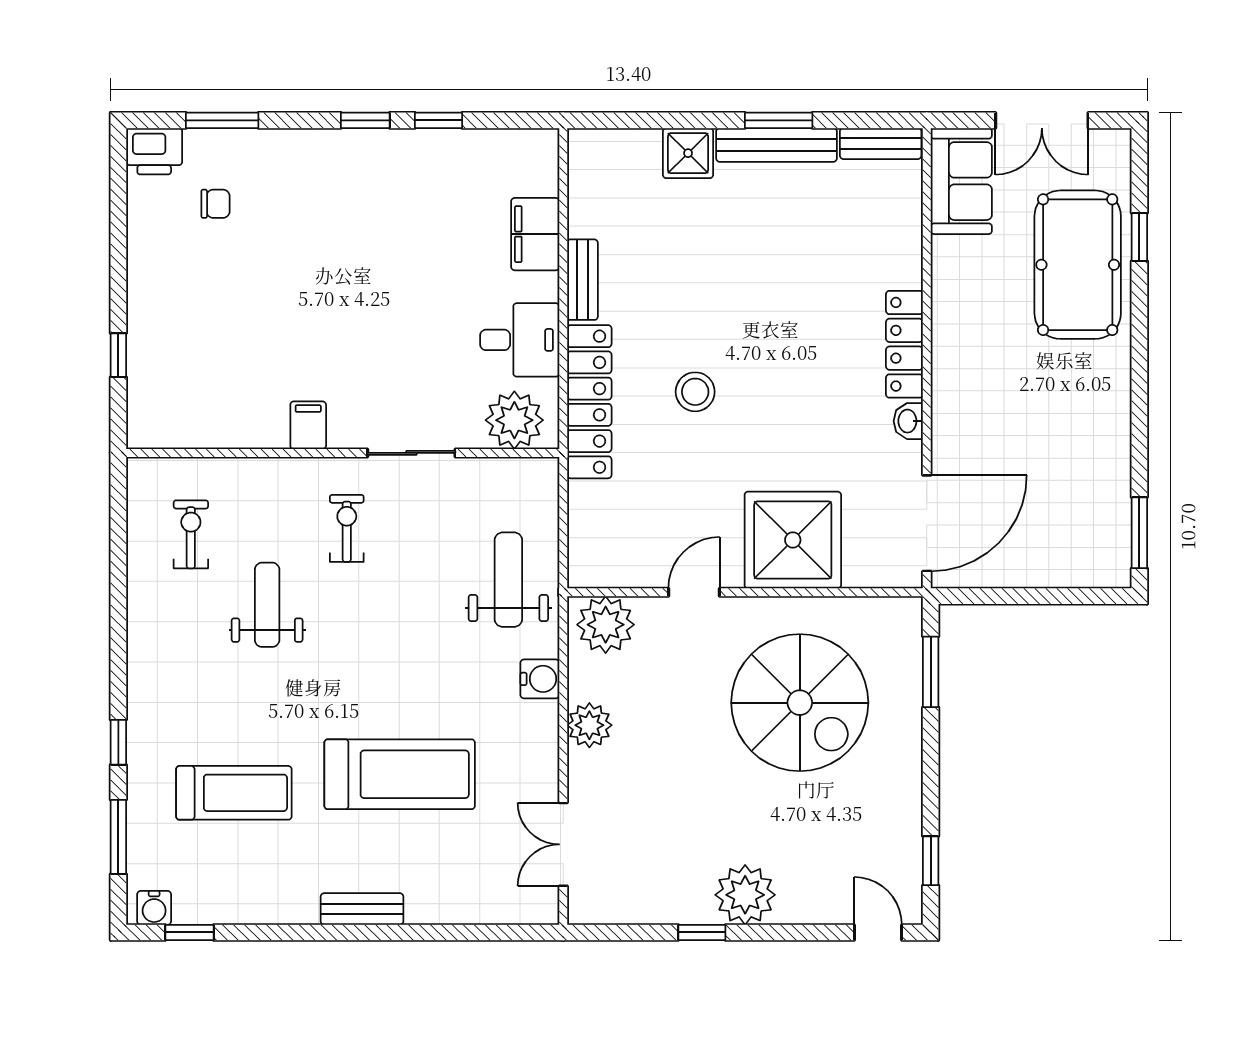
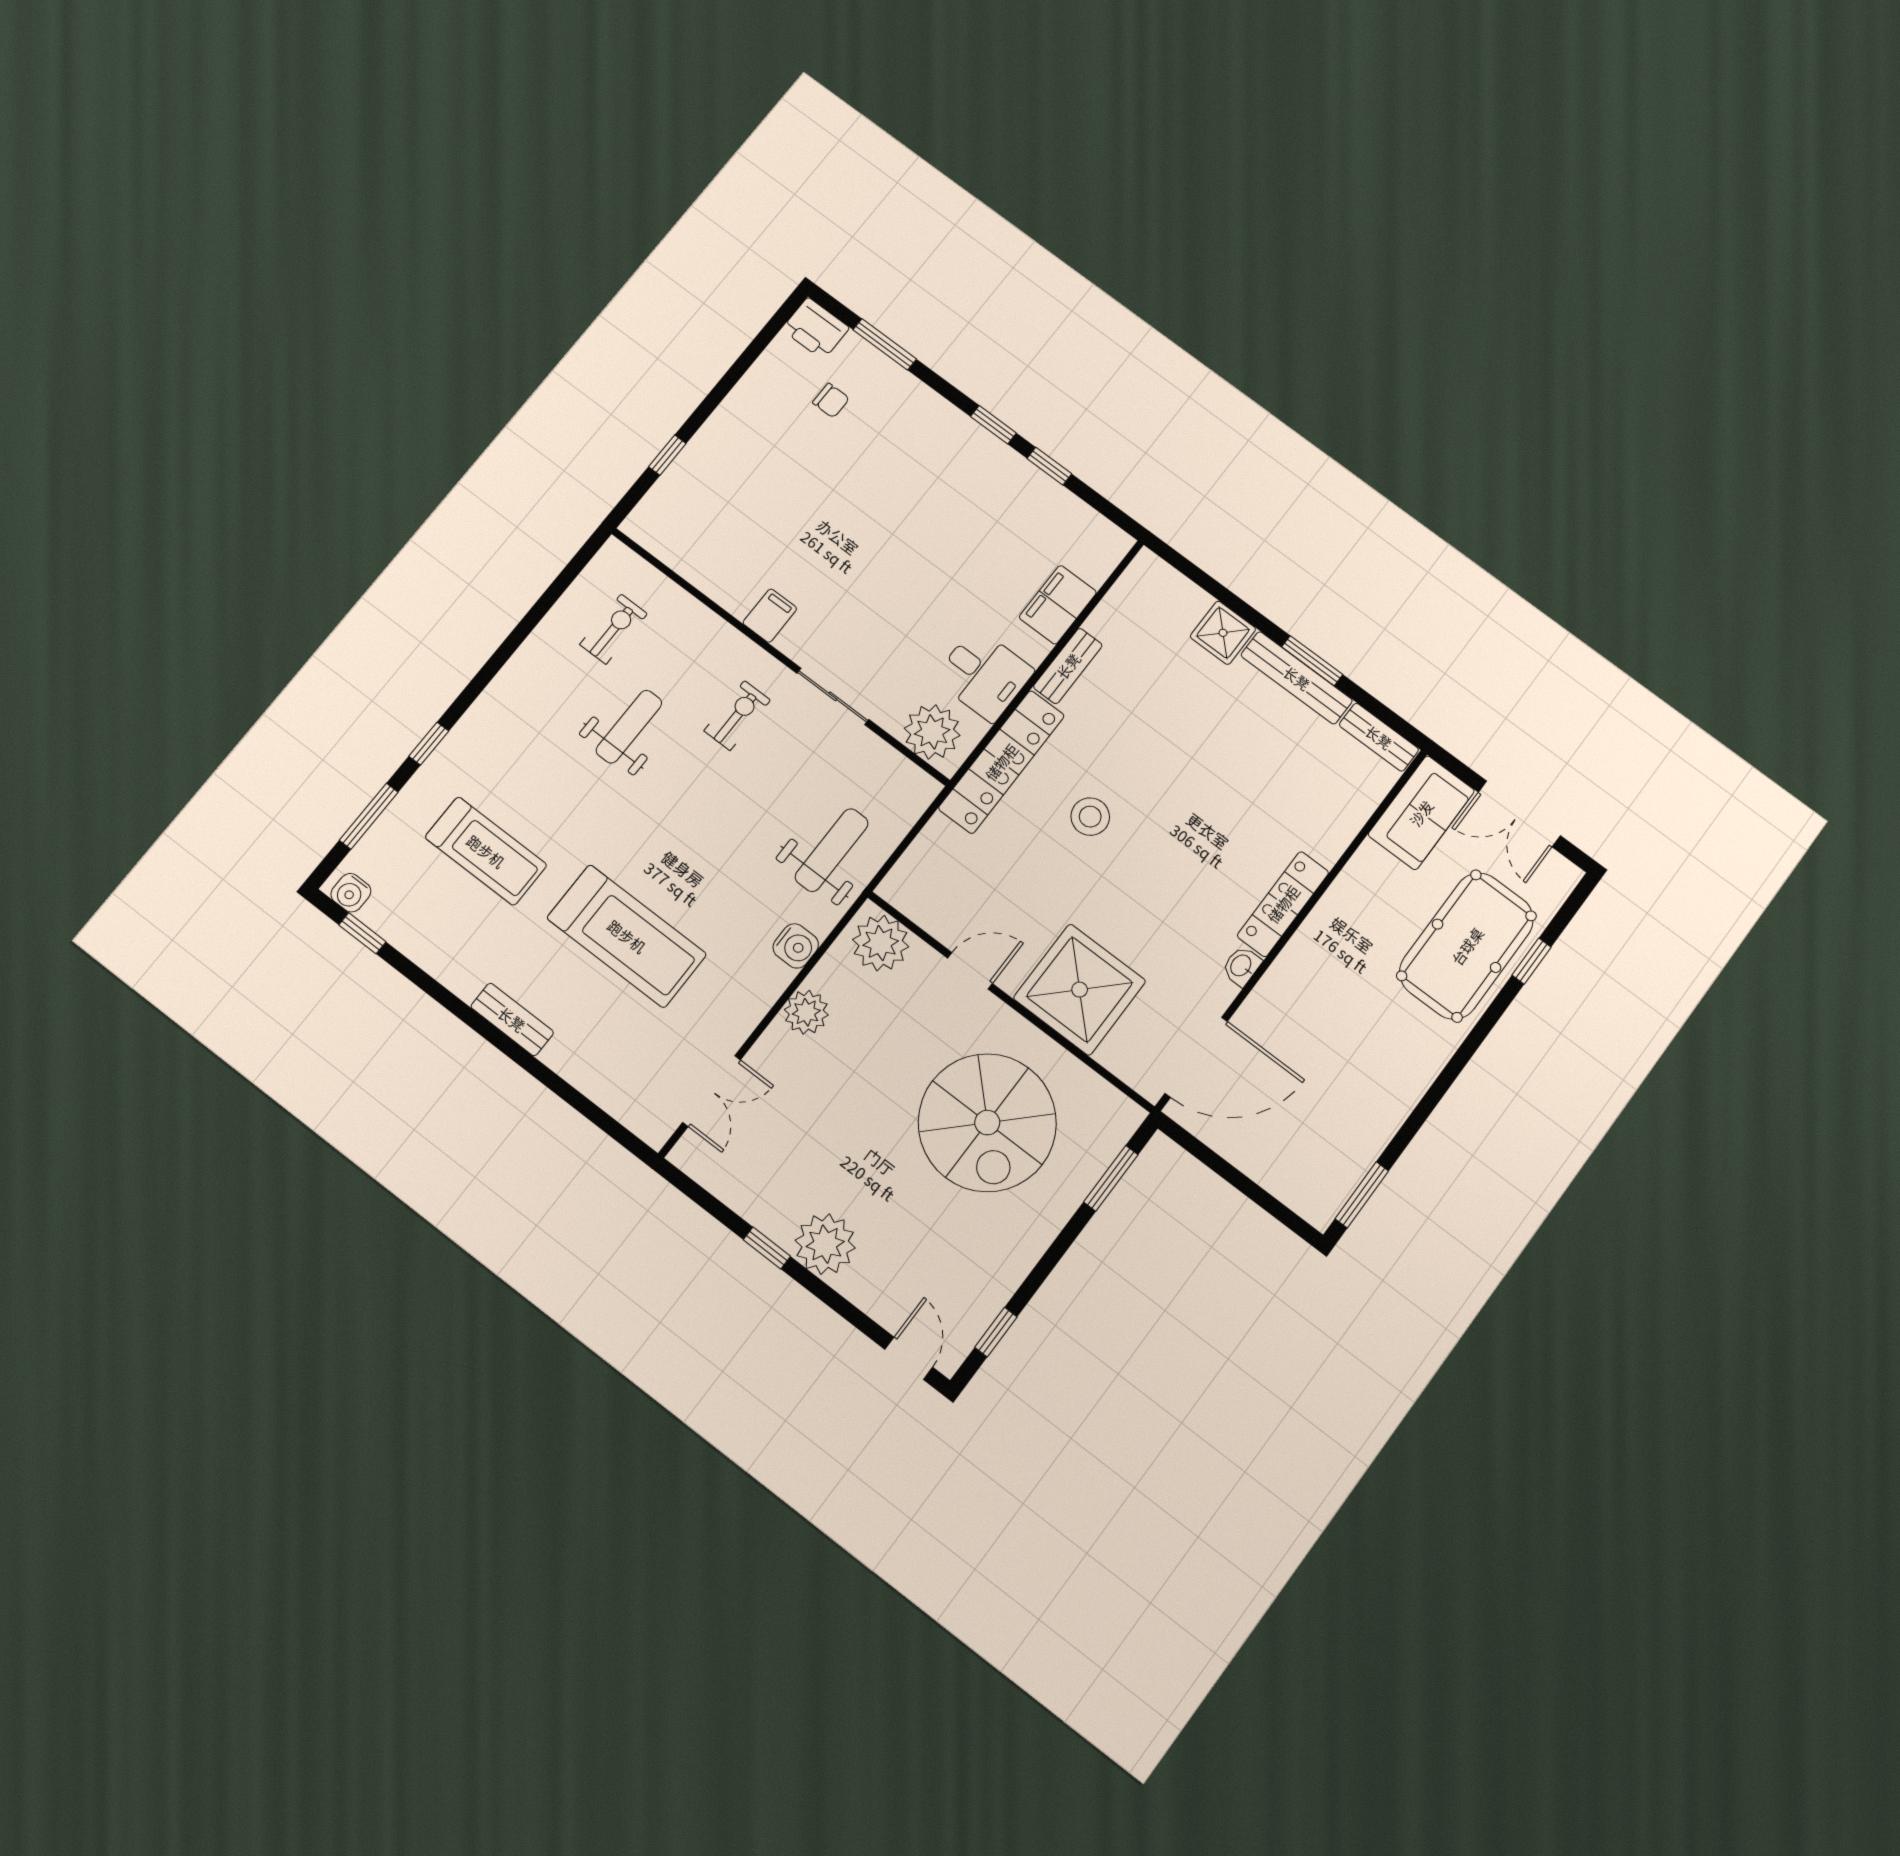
double door: (563, 844) -> (712, 1091), swing flipped

